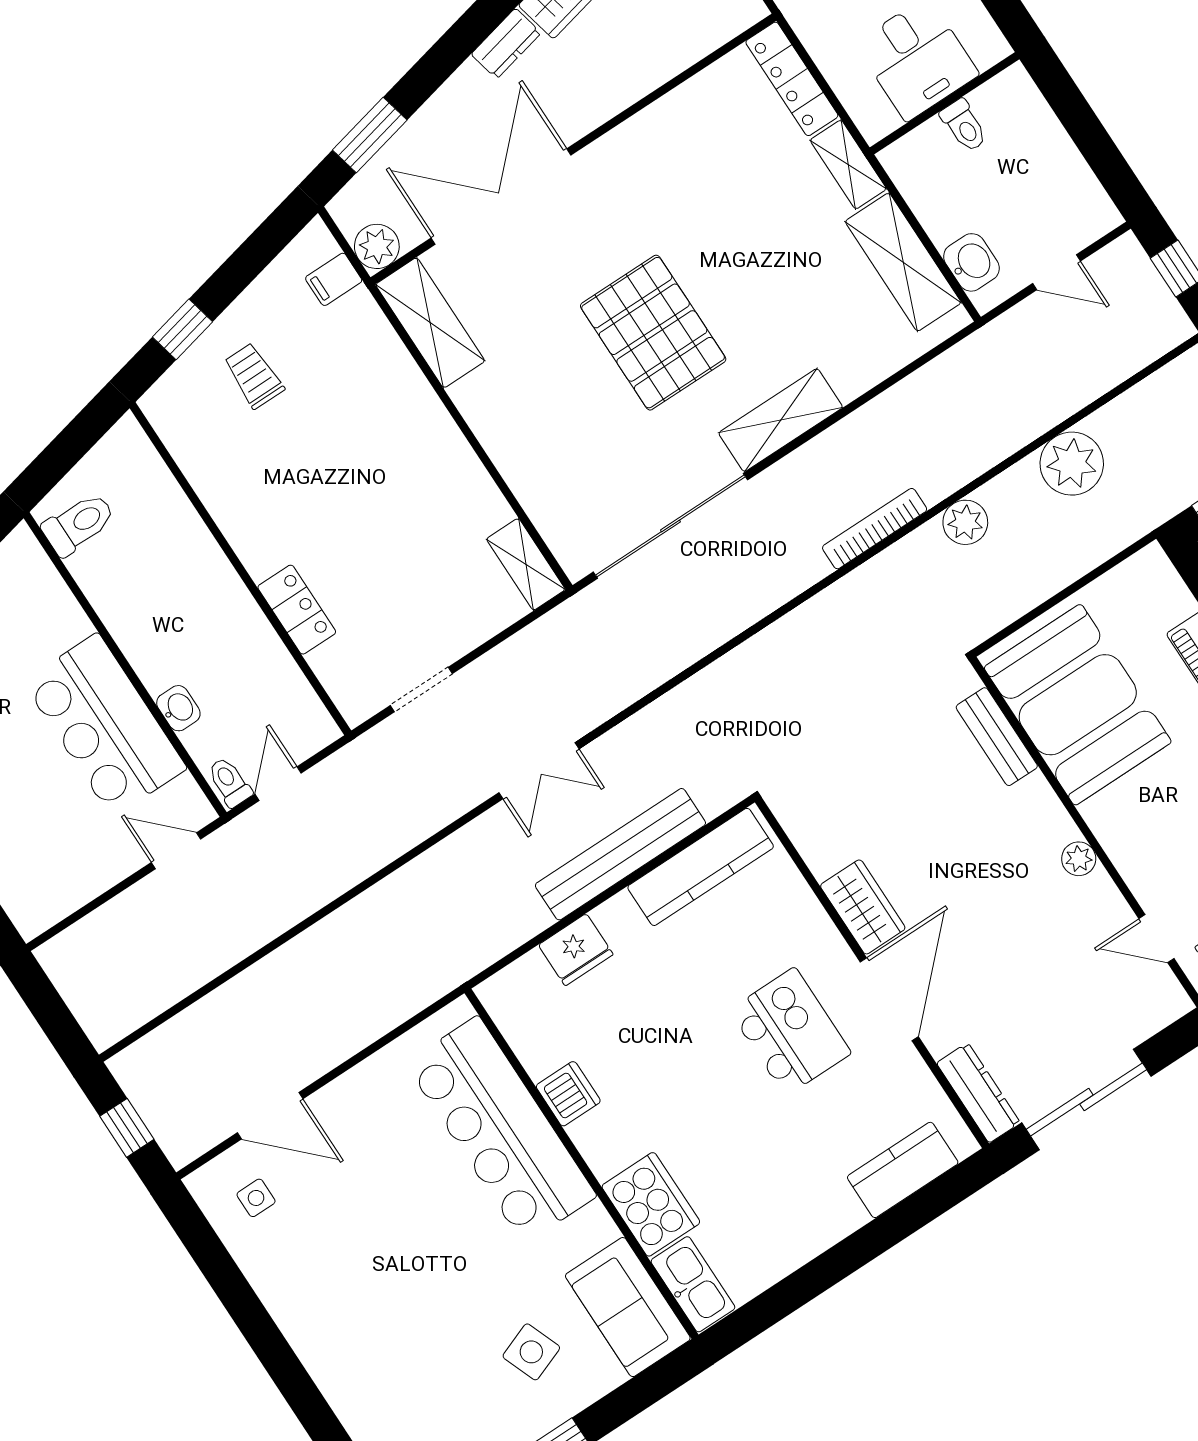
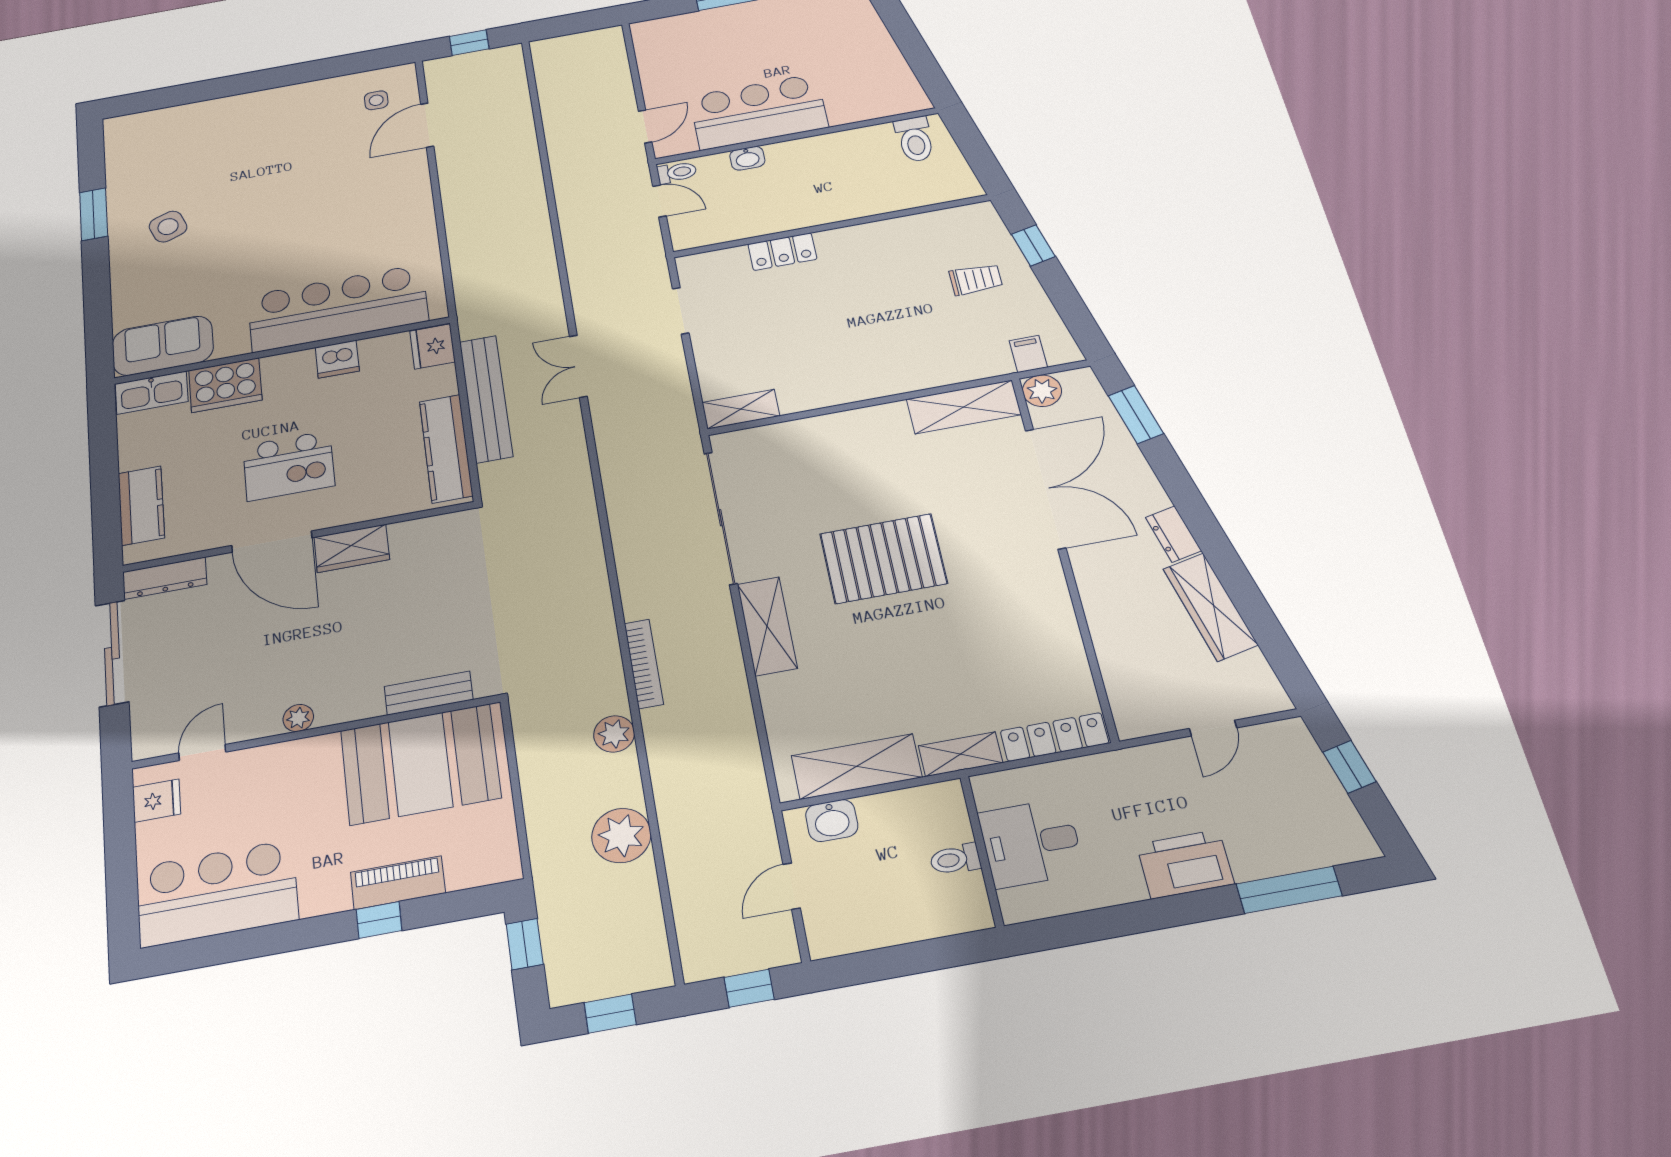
dishwasher: (568, 1094) -> (337, 359), moved
bar counter: (501, 1130) -> (338, 308), moved
wall: (581, 1164) -> (282, 351), moved
cooker: (651, 1204) -> (225, 385), moved
kitchen sink: (693, 1284) -> (152, 393), moved
sofa: (628, 1307) -> (163, 346), moved

